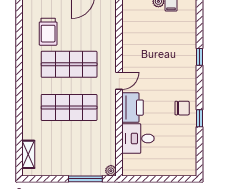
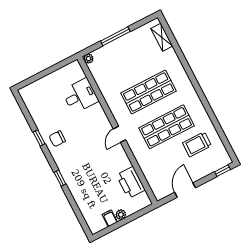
trolley: (48, 32) -> (197, 144), turned -90
window: (199, 57) -> (60, 178), moved
printer: (132, 108) -> (131, 183), moved
window: (85, 179) -> (115, 36), moved

